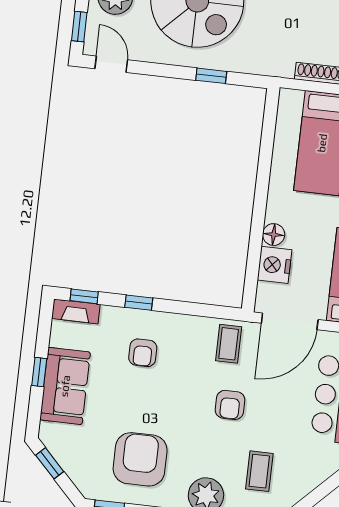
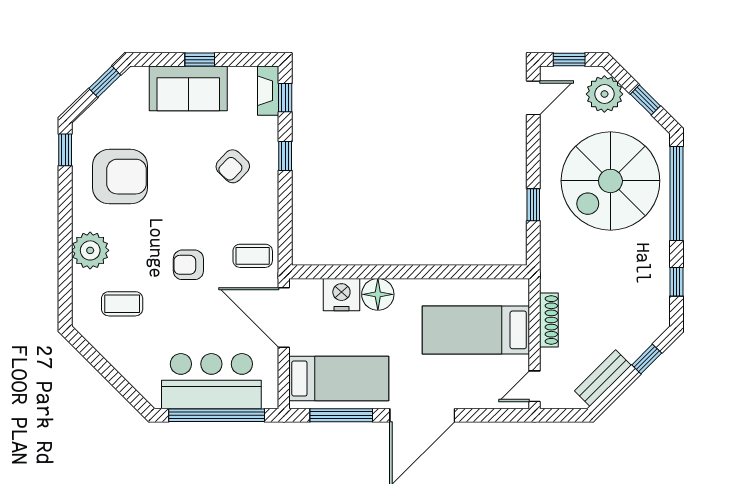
floor lamp: (274, 235) -> (378, 294), width x1.38, depth x1.38
armchair: (143, 353) -> (233, 166), turned -46

